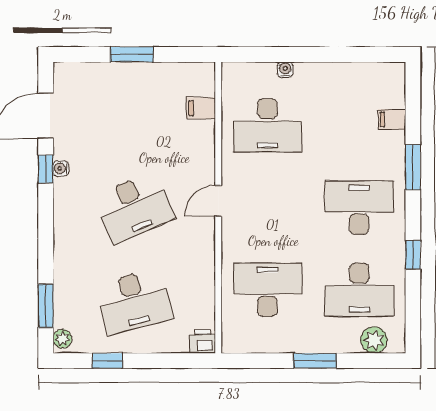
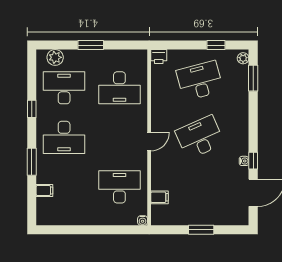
water cooler: (285, 70) -> (143, 220), moved

